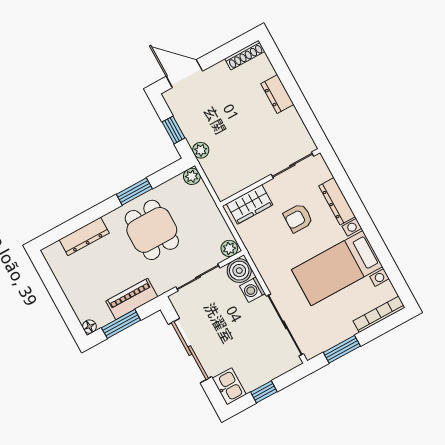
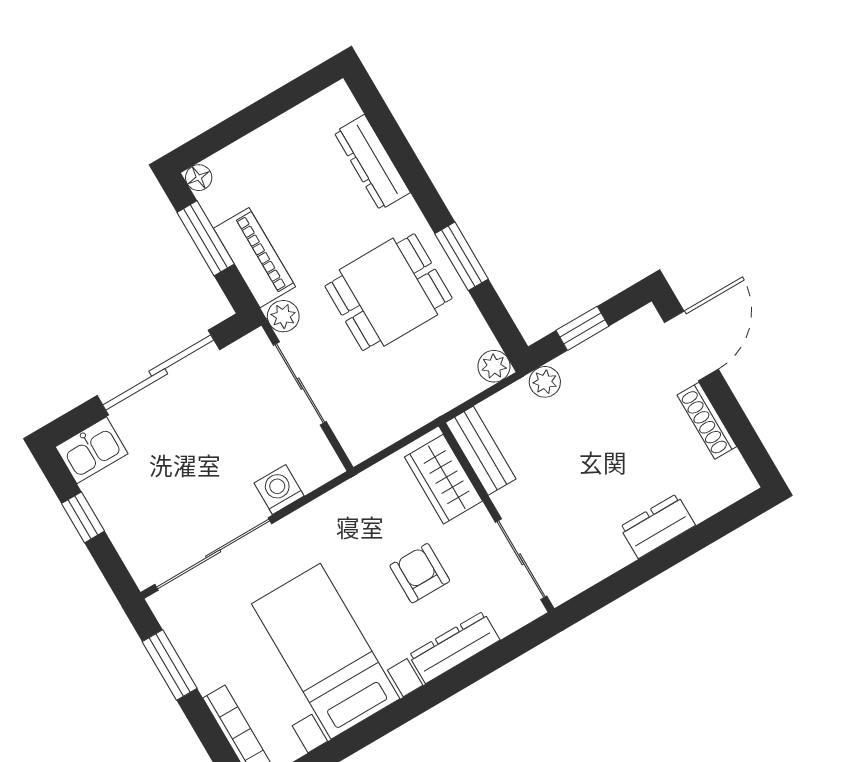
shoe rack: (245, 55) -> (707, 421), moved
bench: (235, 185) -> (481, 451), added
plant: (229, 248) -> (283, 316), moved
boiler: (239, 271) -> (315, 463), removed

